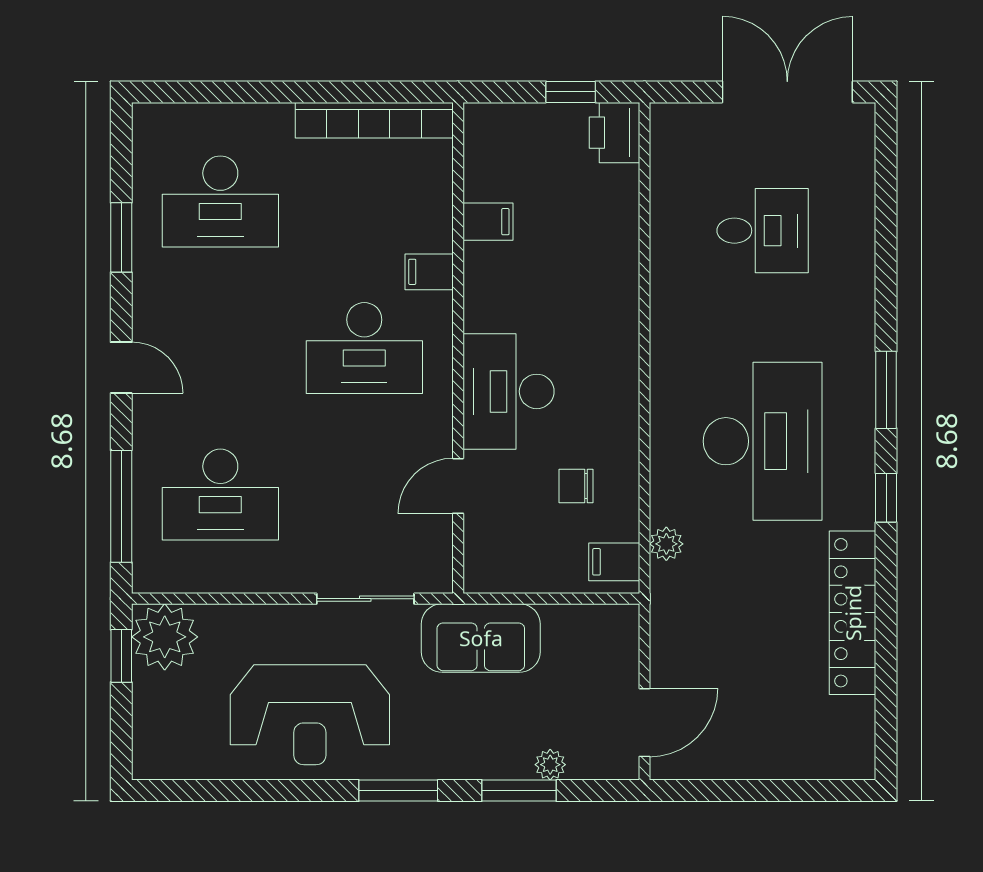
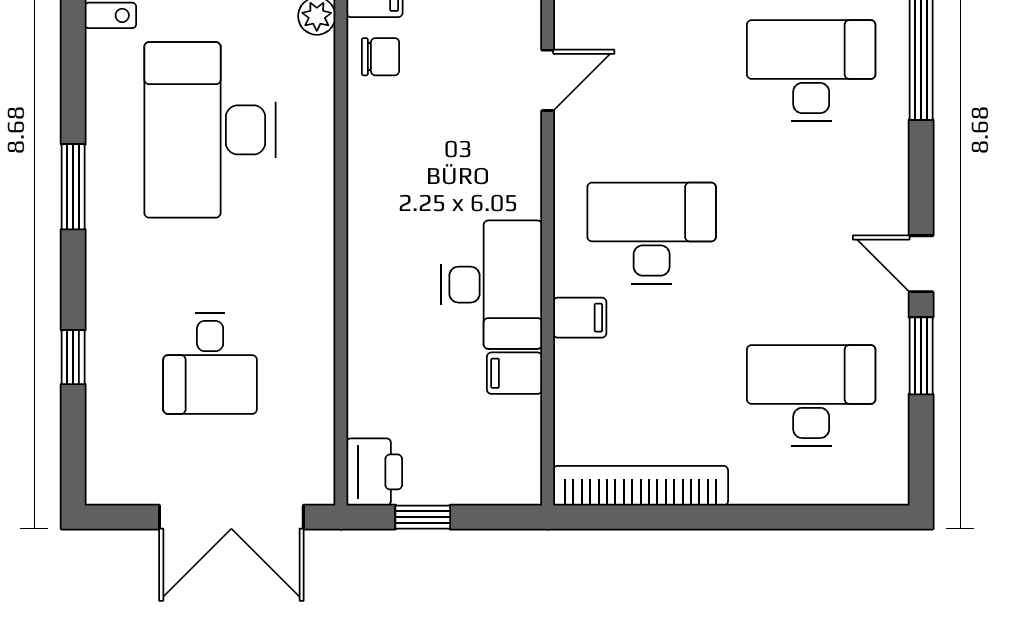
double door: (787, 92) -> (231, 517), moved
desk: (763, 231) -> (210, 363), turned -90
door: (121, 368) -> (921, 264), moved
desk: (509, 391) -> (492, 285), moved
chair: (576, 486) -> (381, 57), moved
window: (886, 498) -> (73, 357), moved

